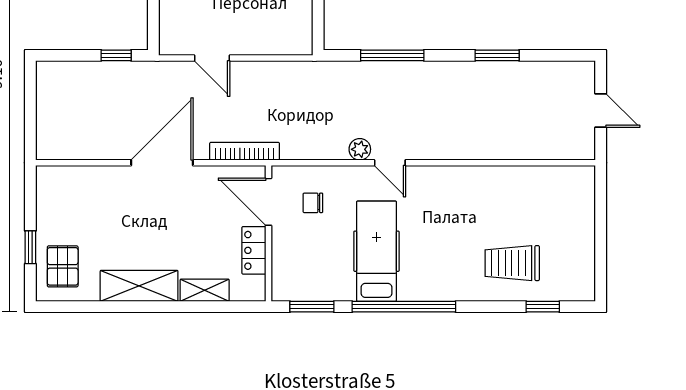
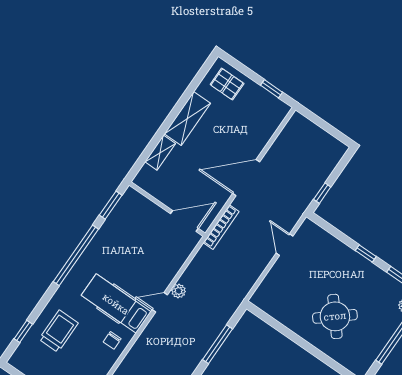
door: (212, 58) -> (284, 245), hinge flipped
door: (162, 163) -> (246, 178), swing flipped
chair: (313, 203) -> (112, 340), moved, turned 180
window: (30, 247) -> (271, 89), moved
locker: (254, 250) -> (163, 195), removed
hospital bed: (376, 251) -> (116, 304), moved, turned 180

